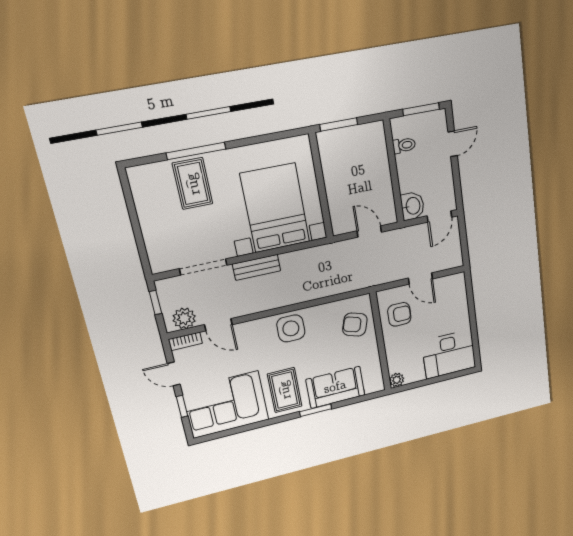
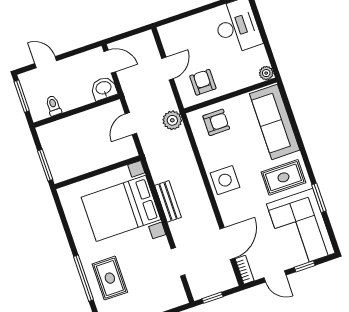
rug: (193, 184) -> (110, 278), turned 90
doorway: (203, 267) -> (178, 262), width x0.73
bench: (257, 267) -> (168, 201), moved
plant: (184, 318) -> (172, 120), moved
door: (218, 325) -> (227, 244), width x1.38
armchair: (355, 325) -> (216, 122), turned -107
door: (174, 374) -> (275, 276), hinge flipped
sofa: (335, 387) -> (275, 122), width x1.36
window: (316, 410) -> (319, 198), moved

